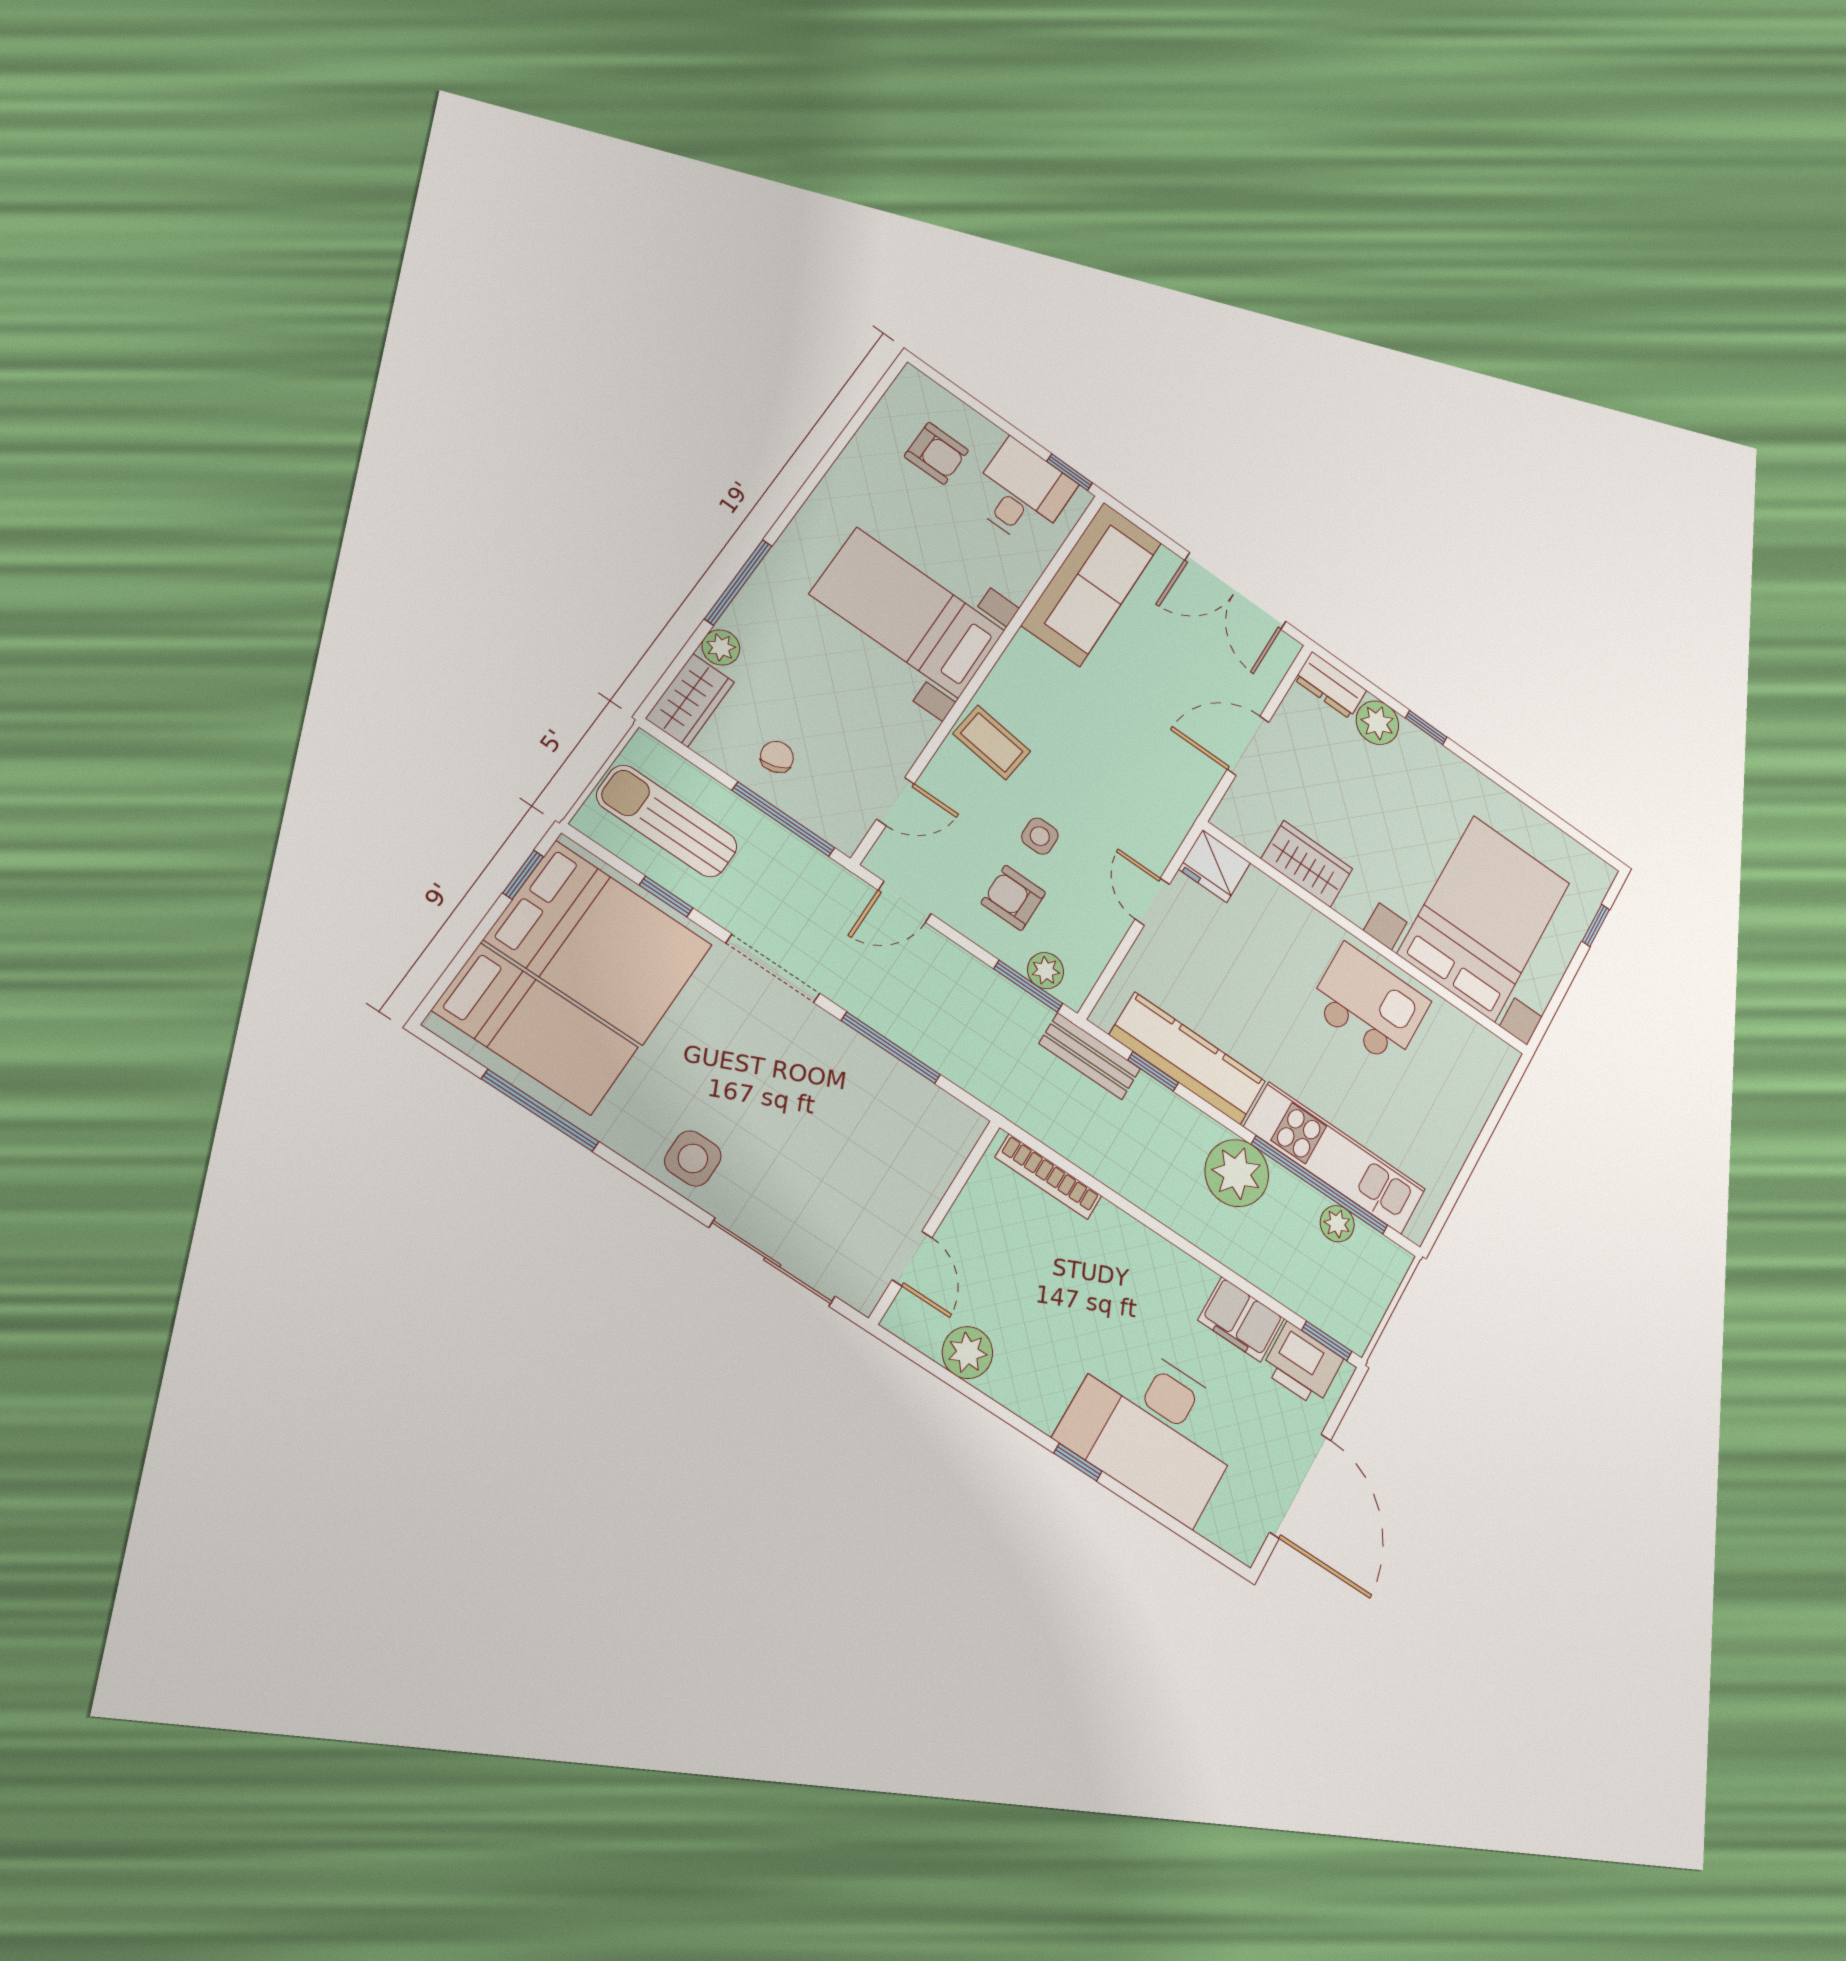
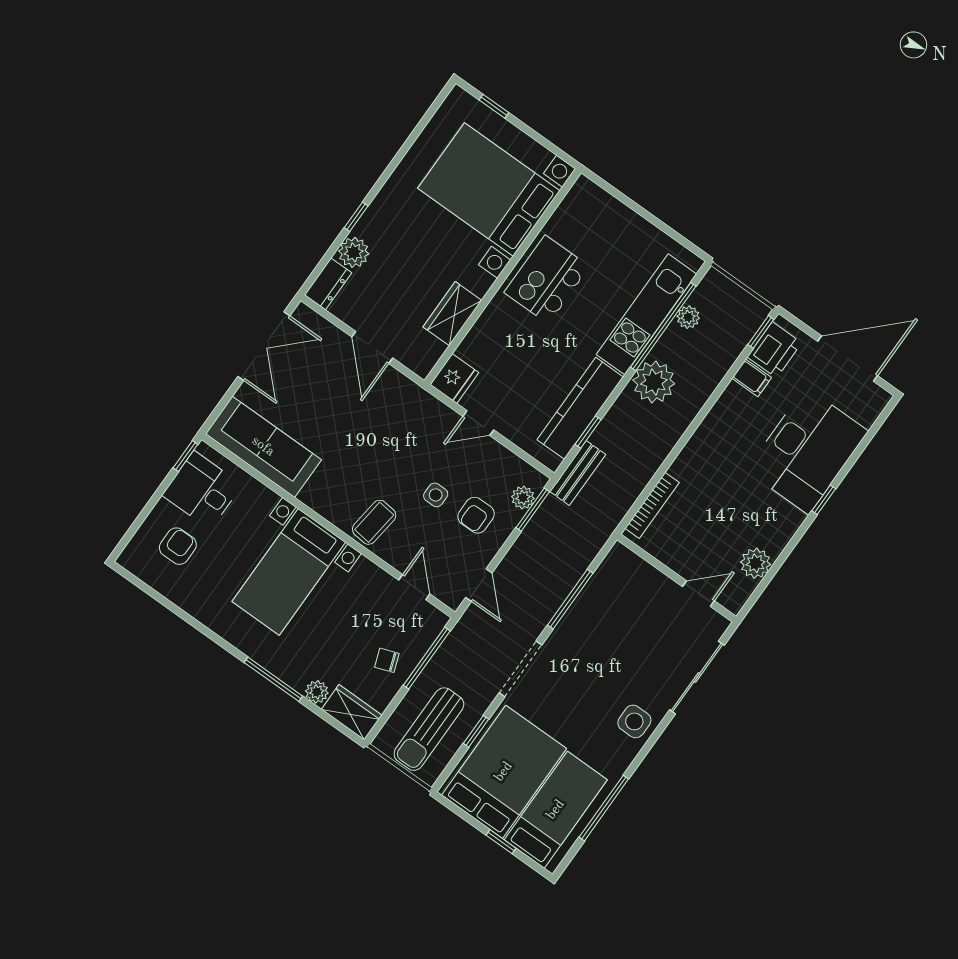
window: (523, 875) -> (501, 842), moved
filing cabinet: (1241, 1319) -> (752, 378), width x0.50

